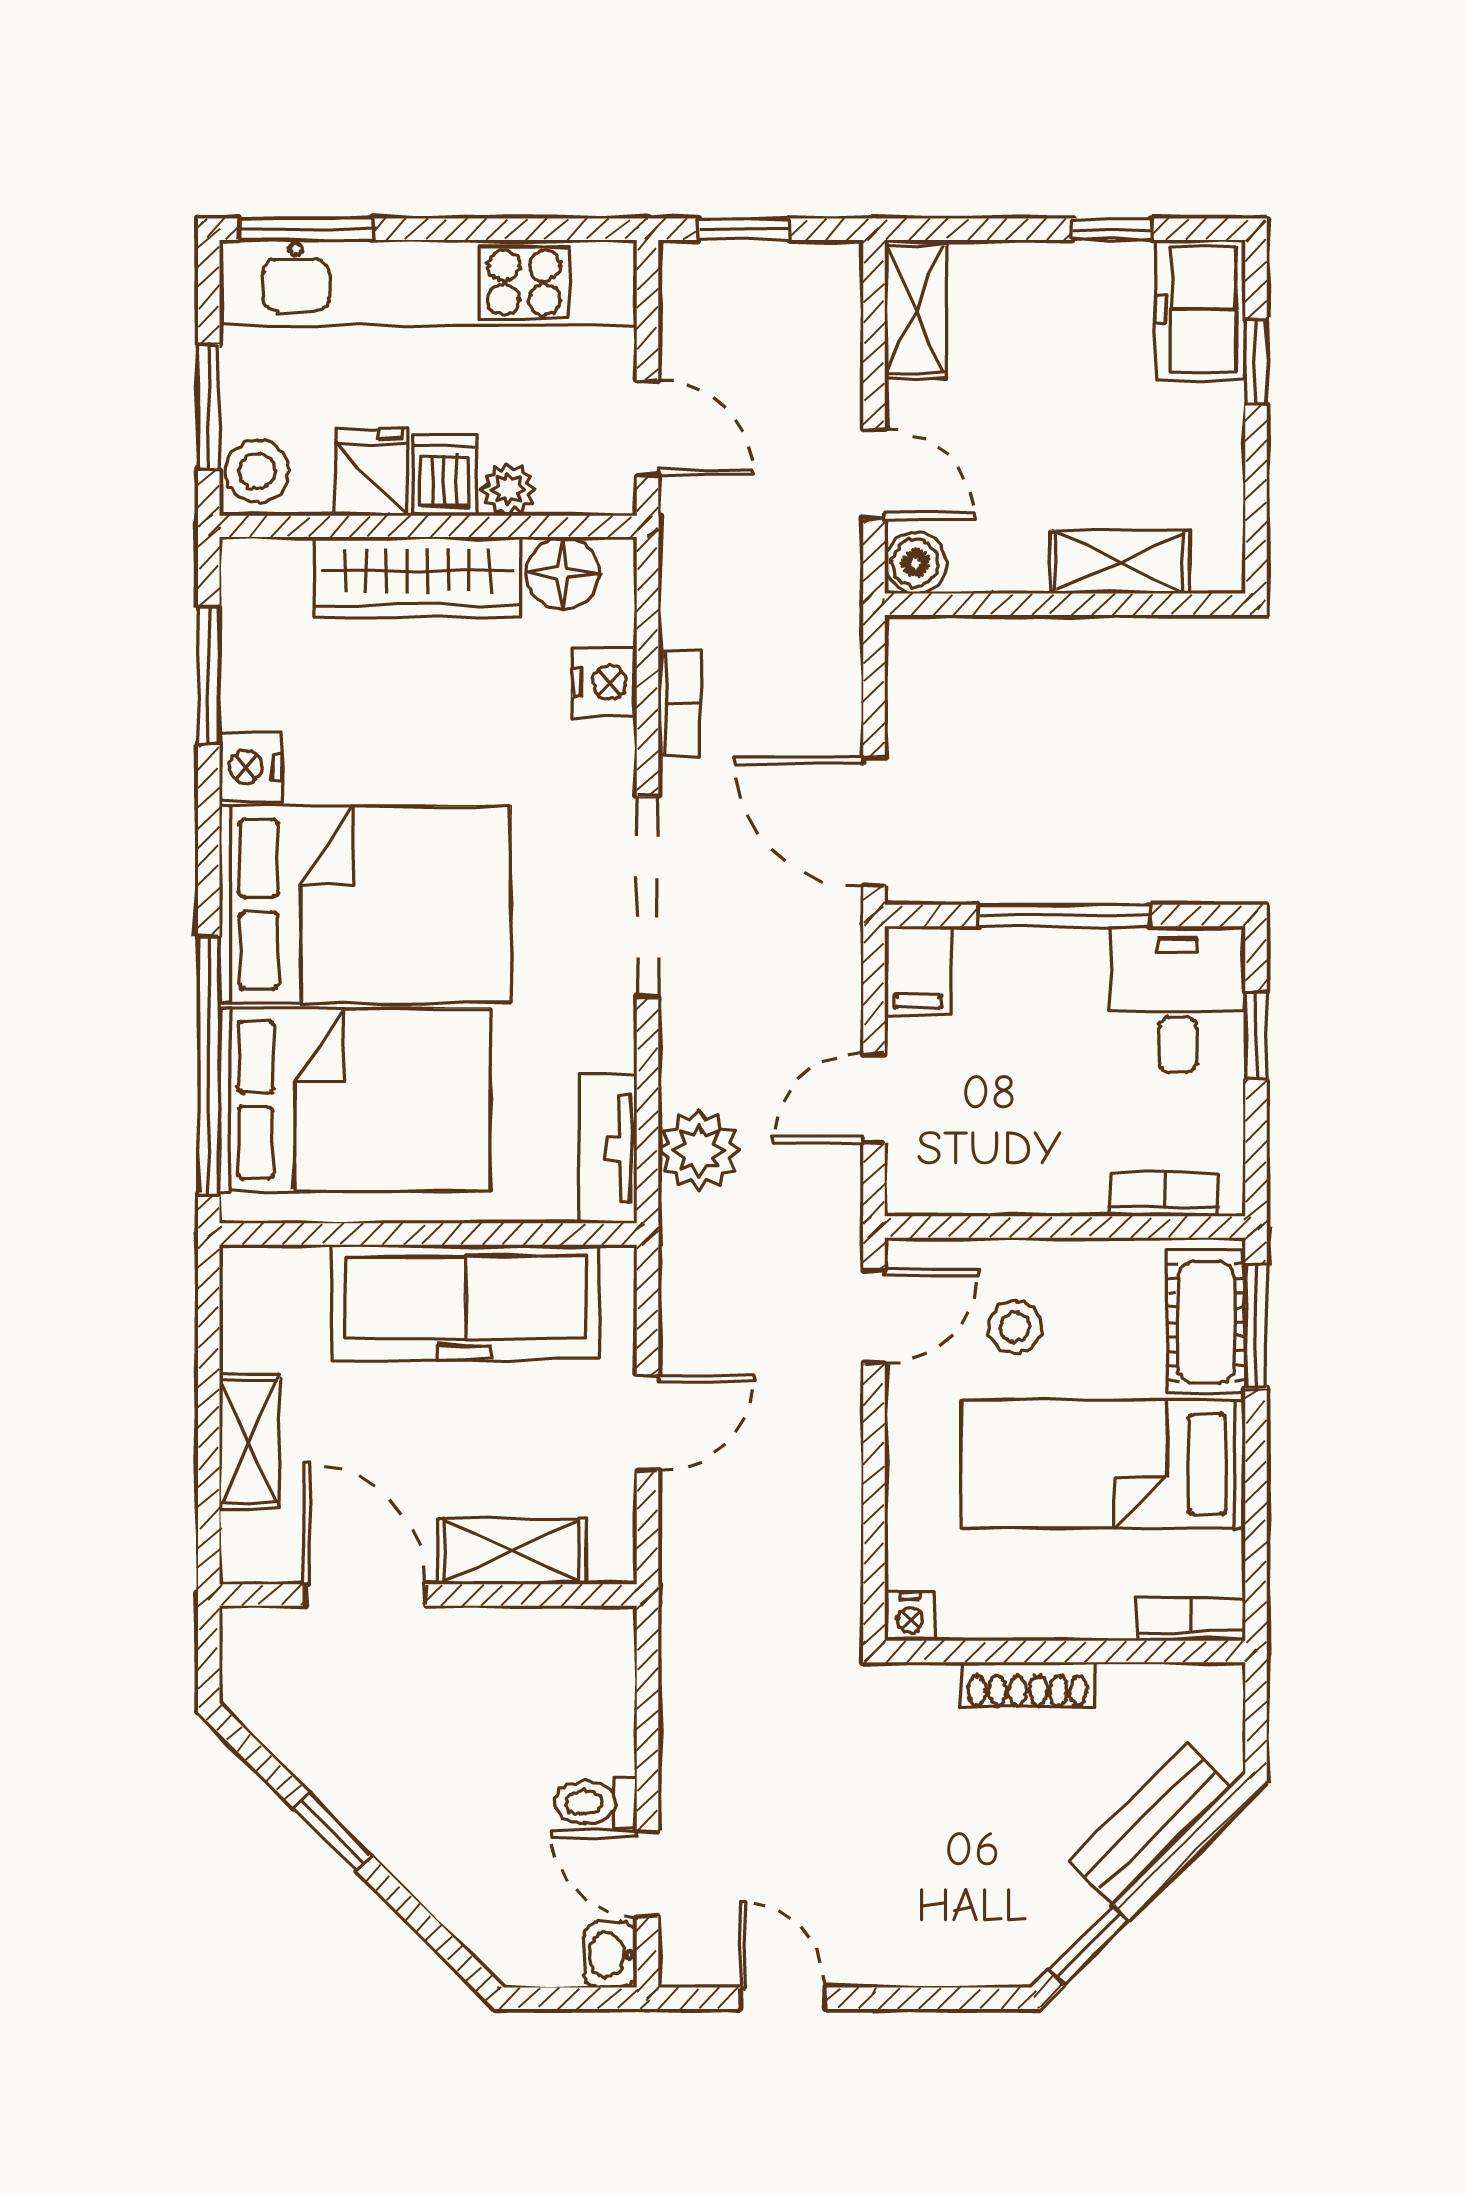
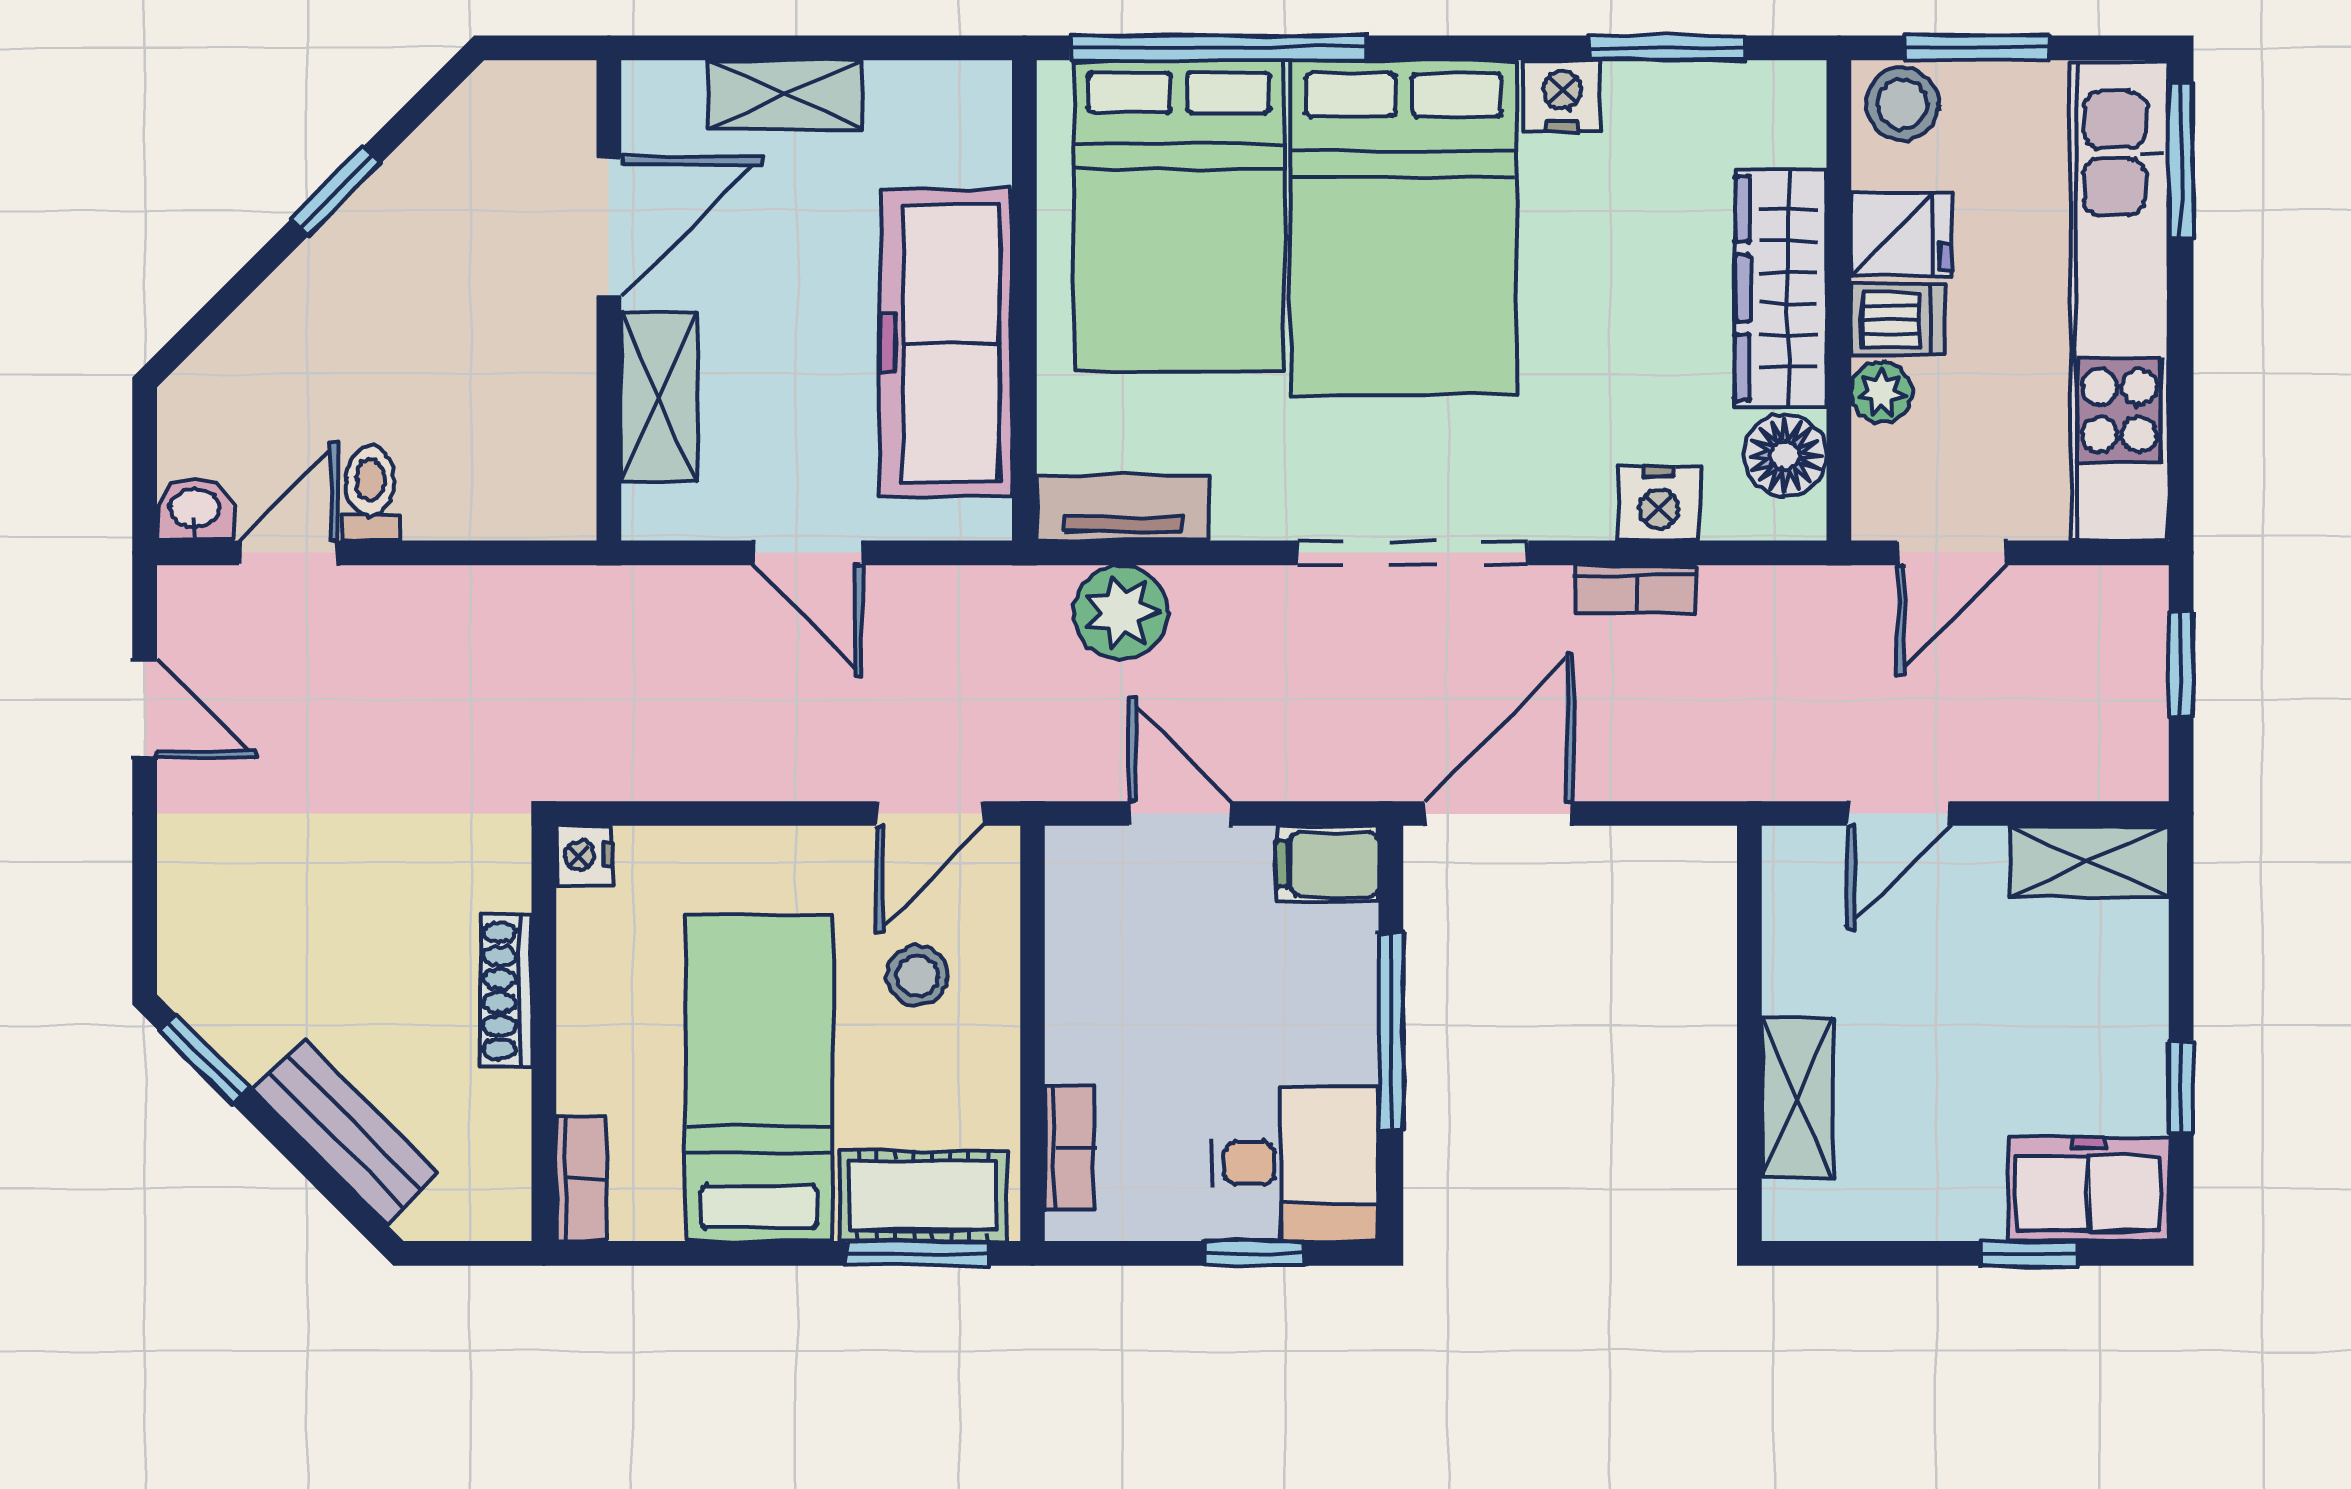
boiler: (915, 563) -> (1797, 861), removed
door: (874, 1316) -> (930, 814), hinge flipped
door: (783, 1998) -> (145, 709), hinge flipped

